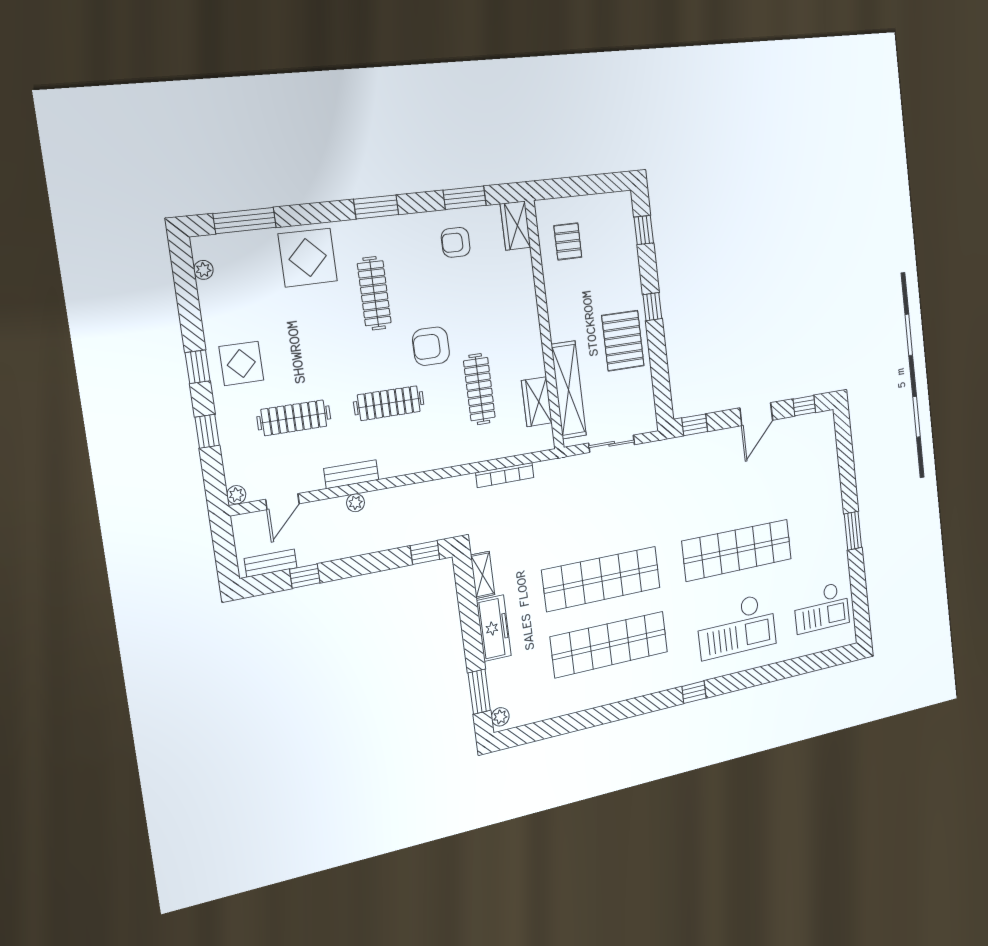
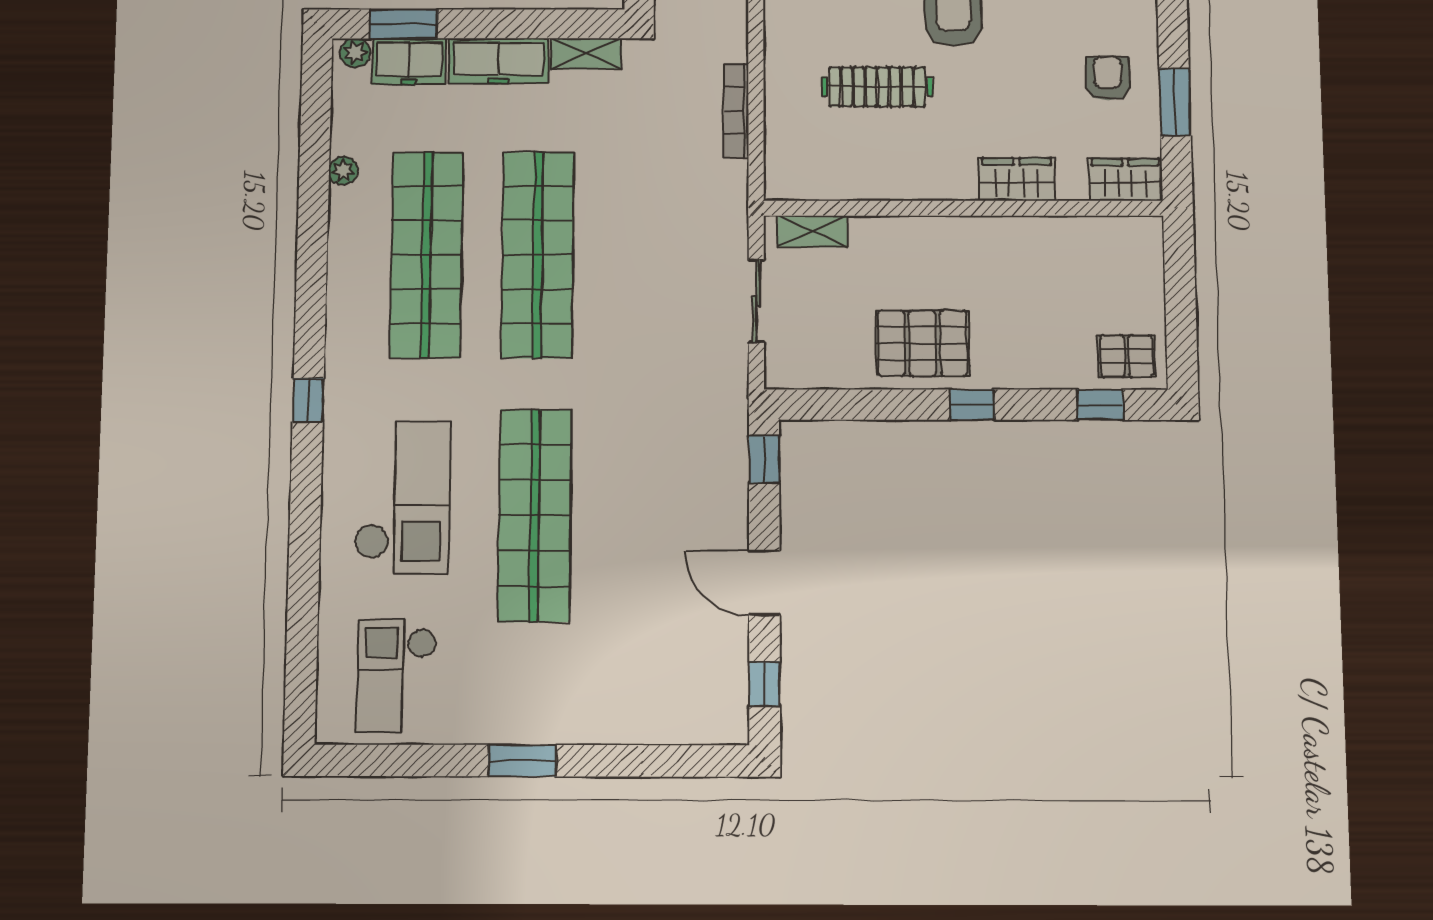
pallet: (568, 241) -> (1126, 356), moved
shelving: (569, 390) -> (813, 231), width x0.45, depth x0.75
wardrobe: (537, 402) -> (1017, 179), moved
checkout: (736, 626) -> (403, 497), turned 180
freezer: (501, 683) -> (409, 61), added
plant: (569, 706) -> (343, 171), added

